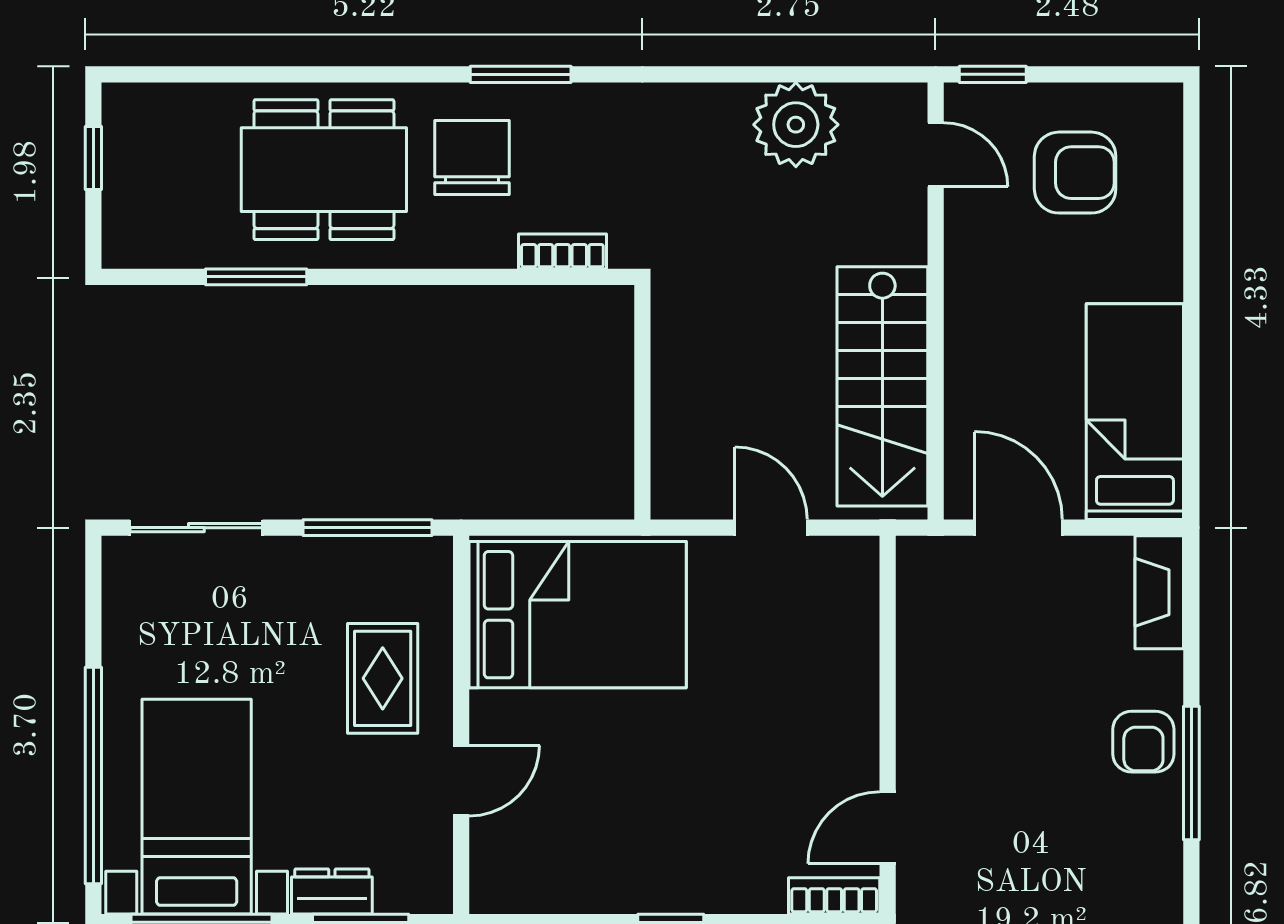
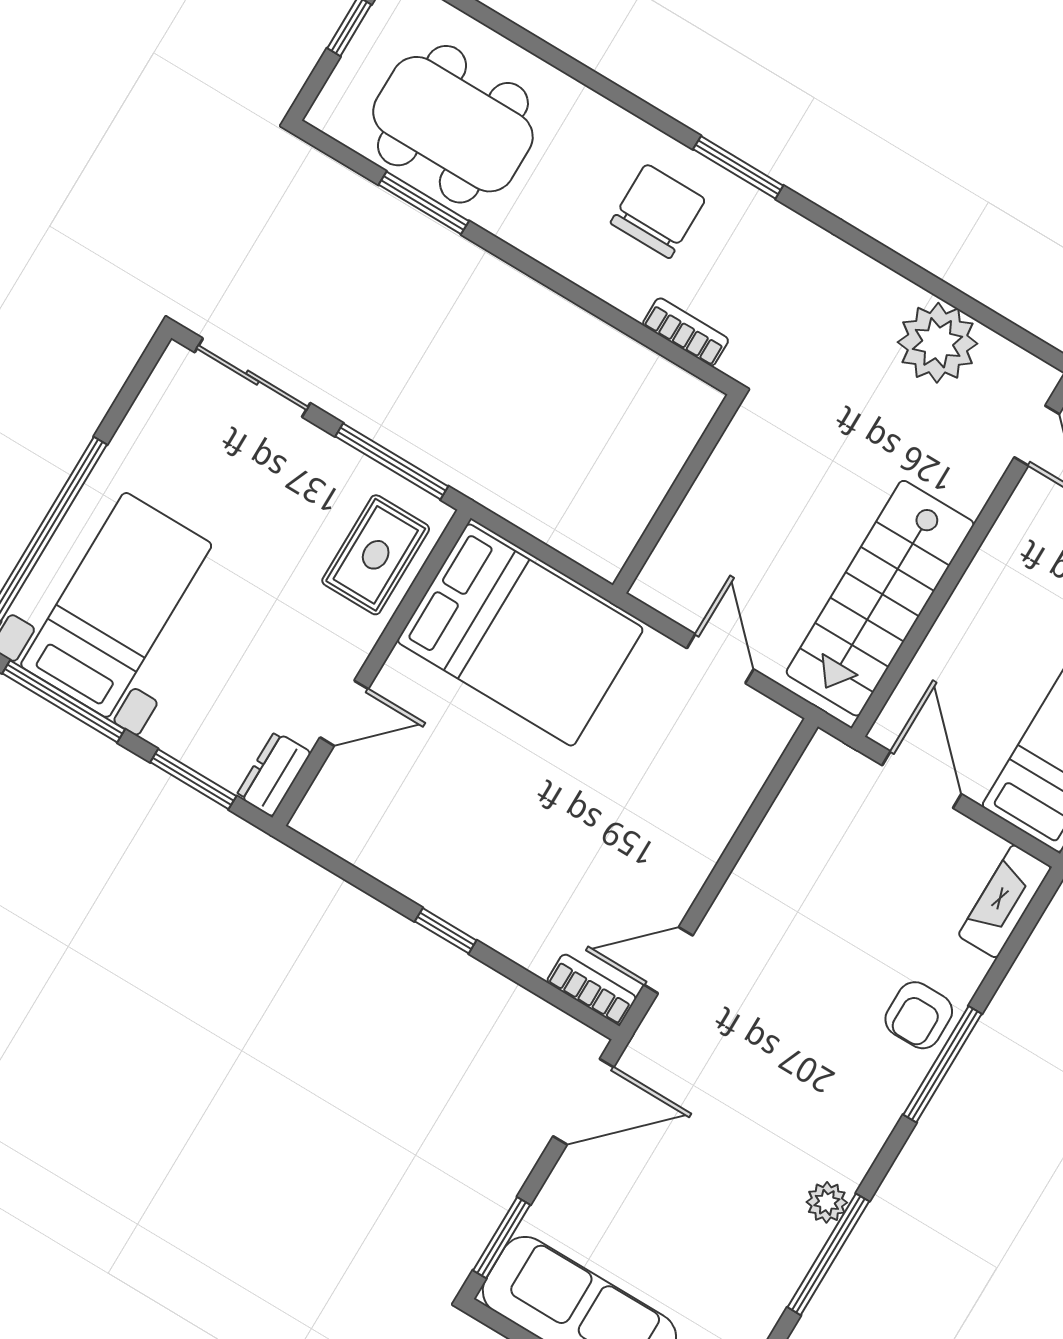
dining table: (324, 170) -> (453, 124), moved
rug: (383, 678) -> (376, 555), moved
dresser: (332, 891) -> (274, 774), moved, turned -90

